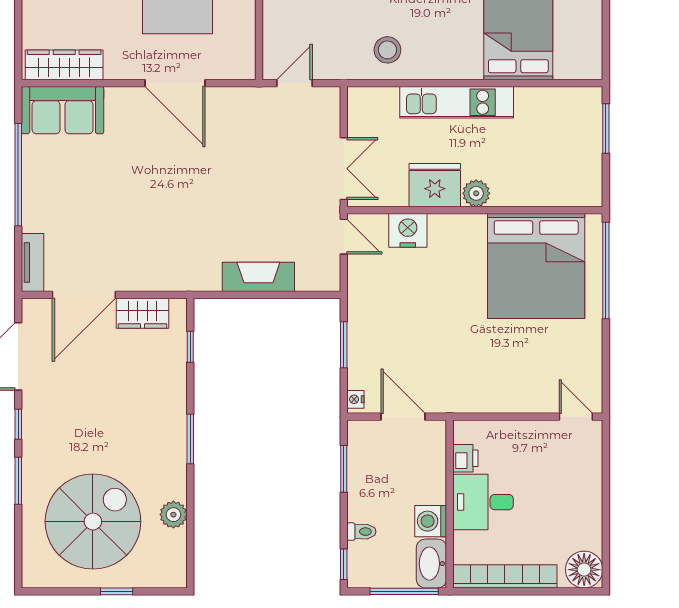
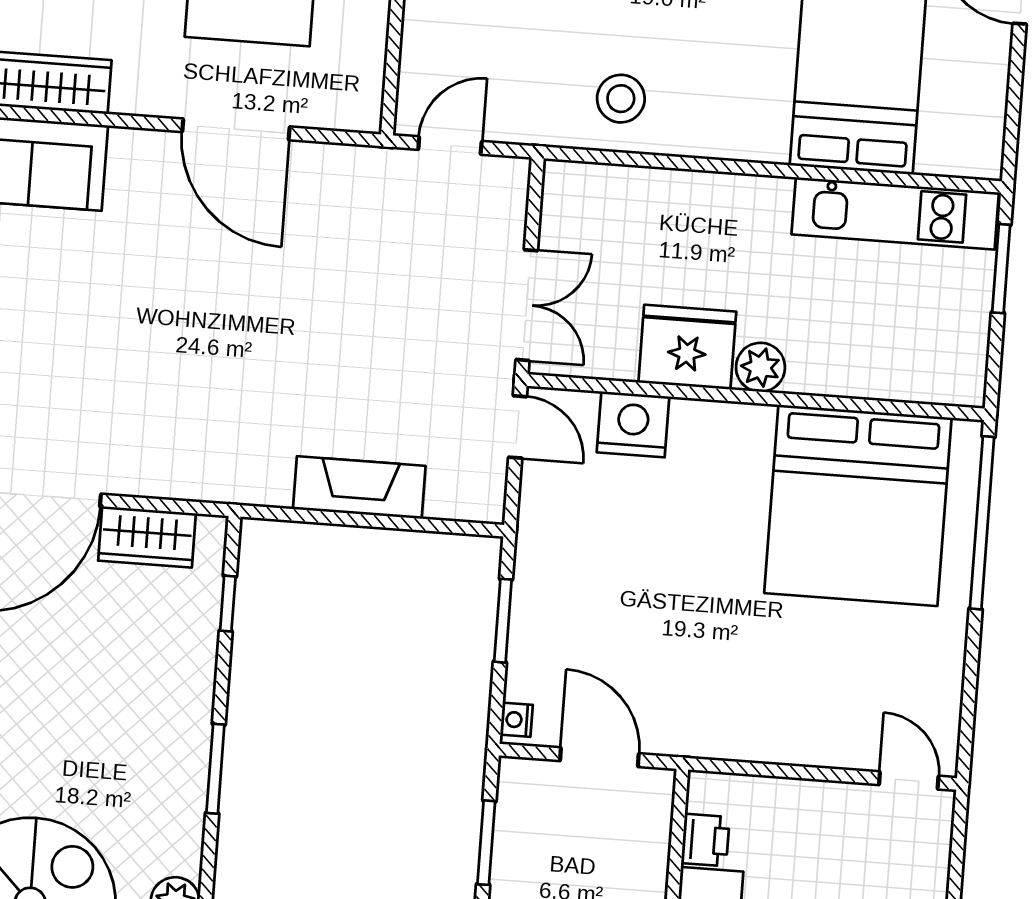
kitchen unit: (457, 102) -> (895, 213), moved

